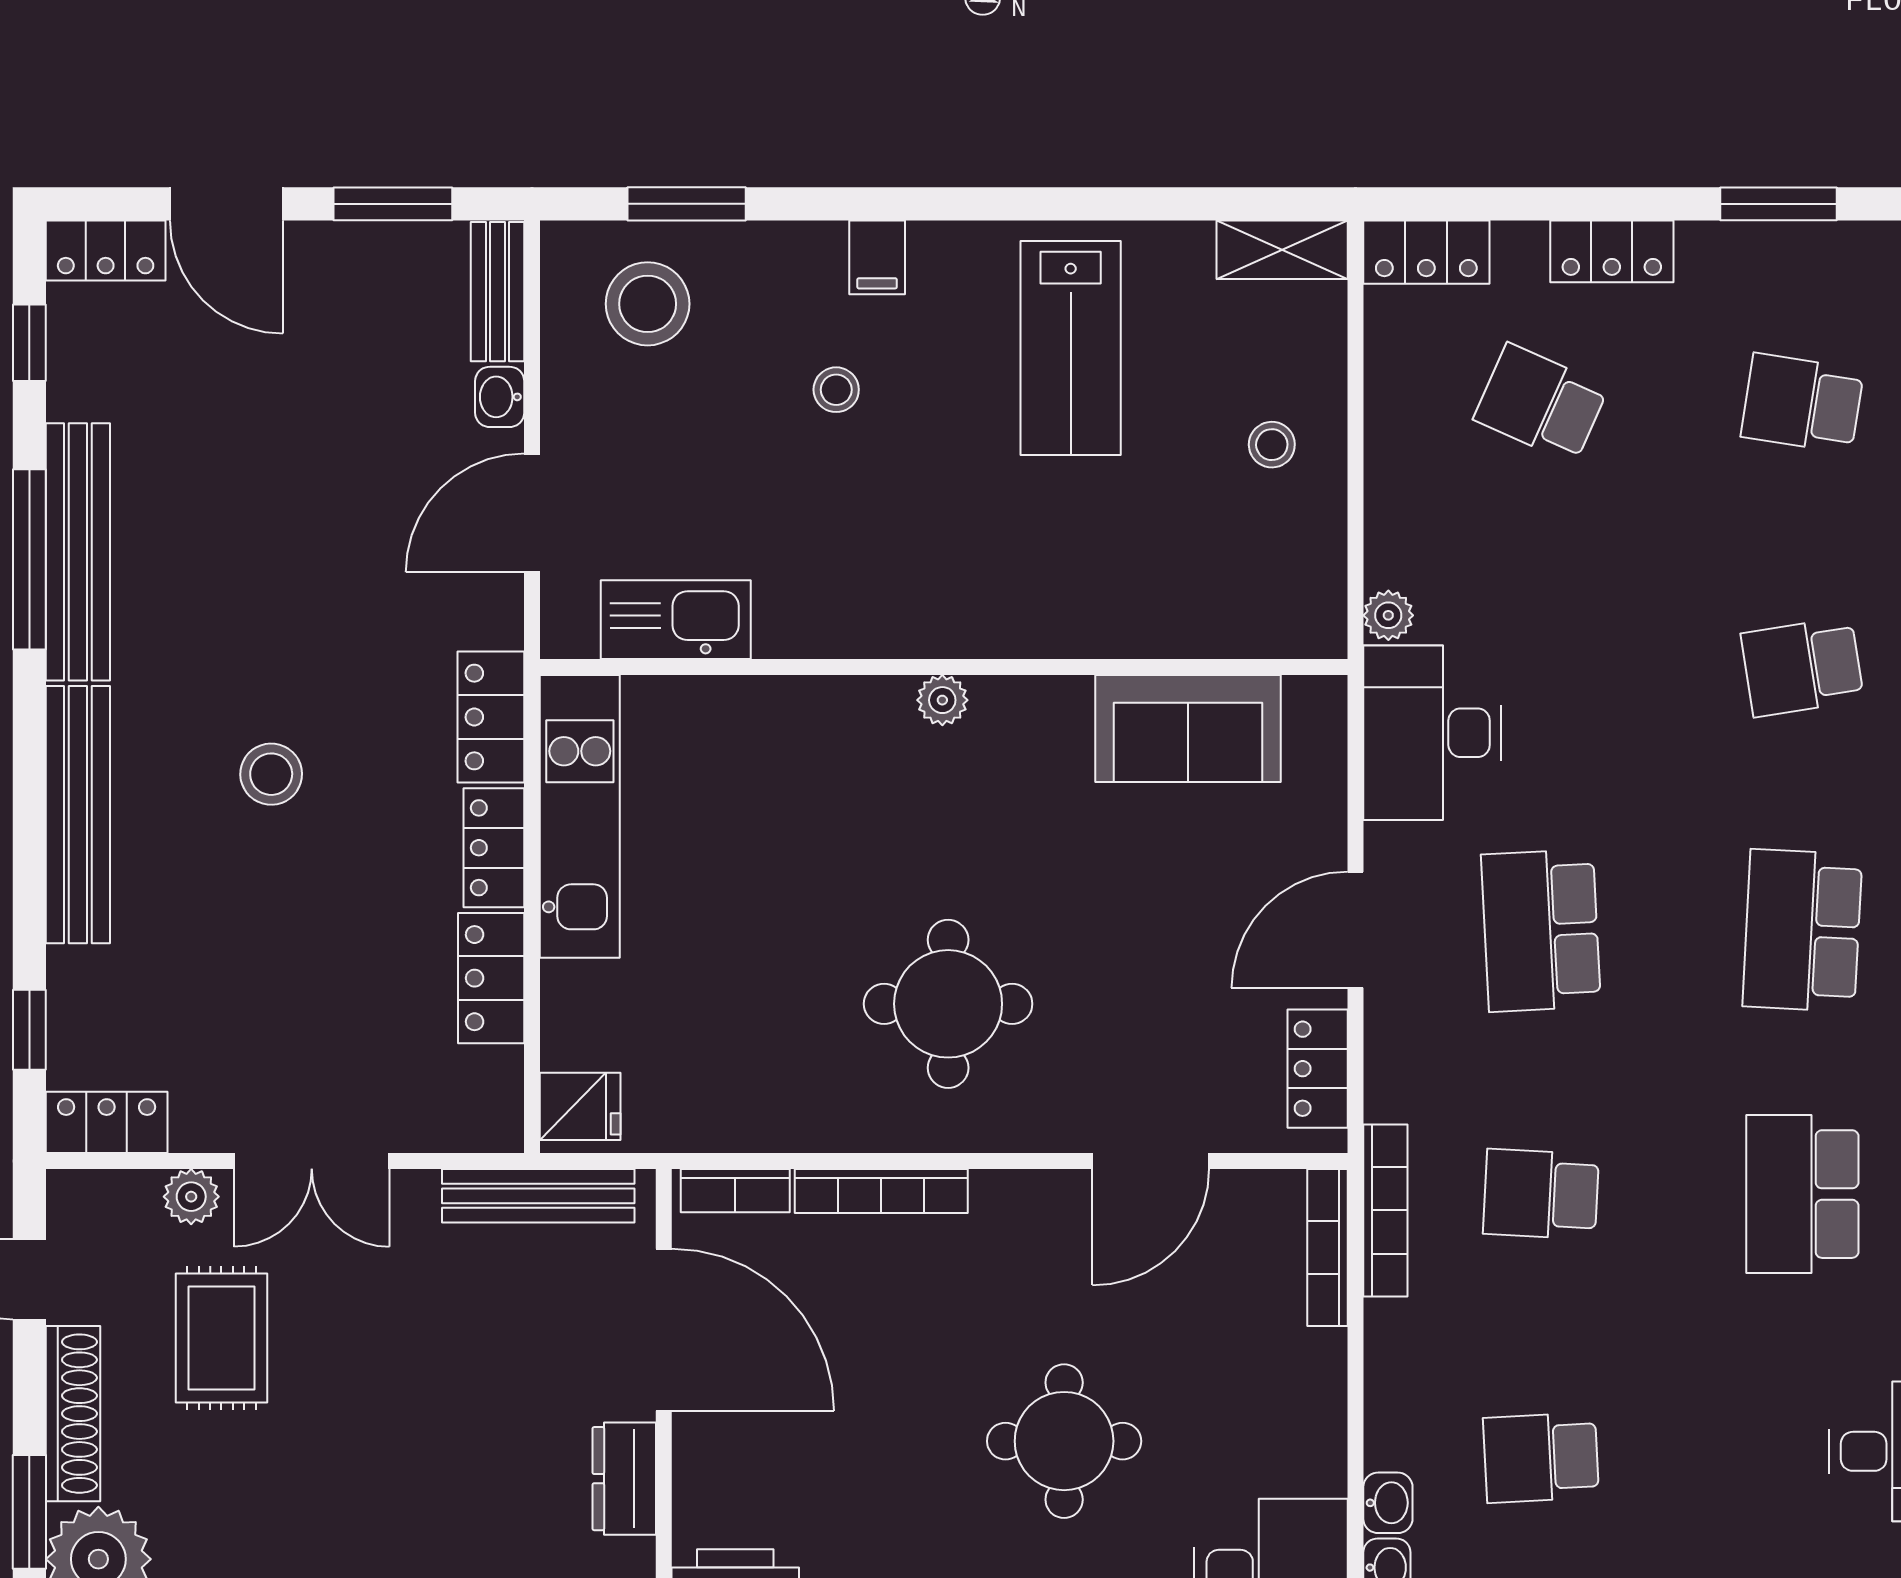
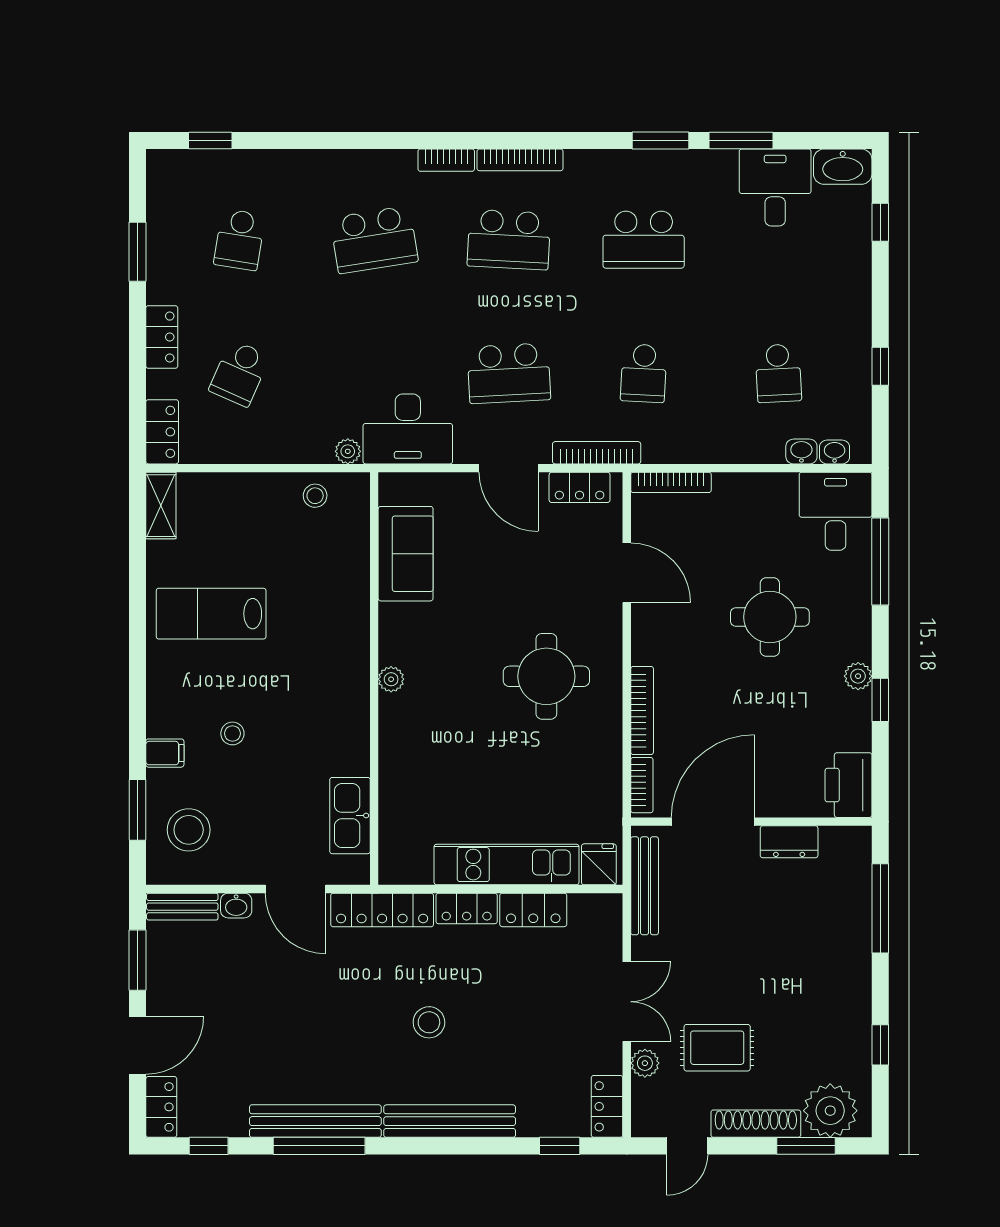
filing cabinet: (877, 257) -> (165, 753), moved
lab bench: (1071, 348) -> (211, 614), turned 180
stool: (1272, 445) -> (315, 496), moved
school desk: (1802, 667) -> (374, 240), width x1.85
locker: (491, 717) -> (382, 910), width x1.53
kitchen unit: (580, 816) -> (507, 865), moved
bookcase: (1385, 1210) -> (597, 453), moved

